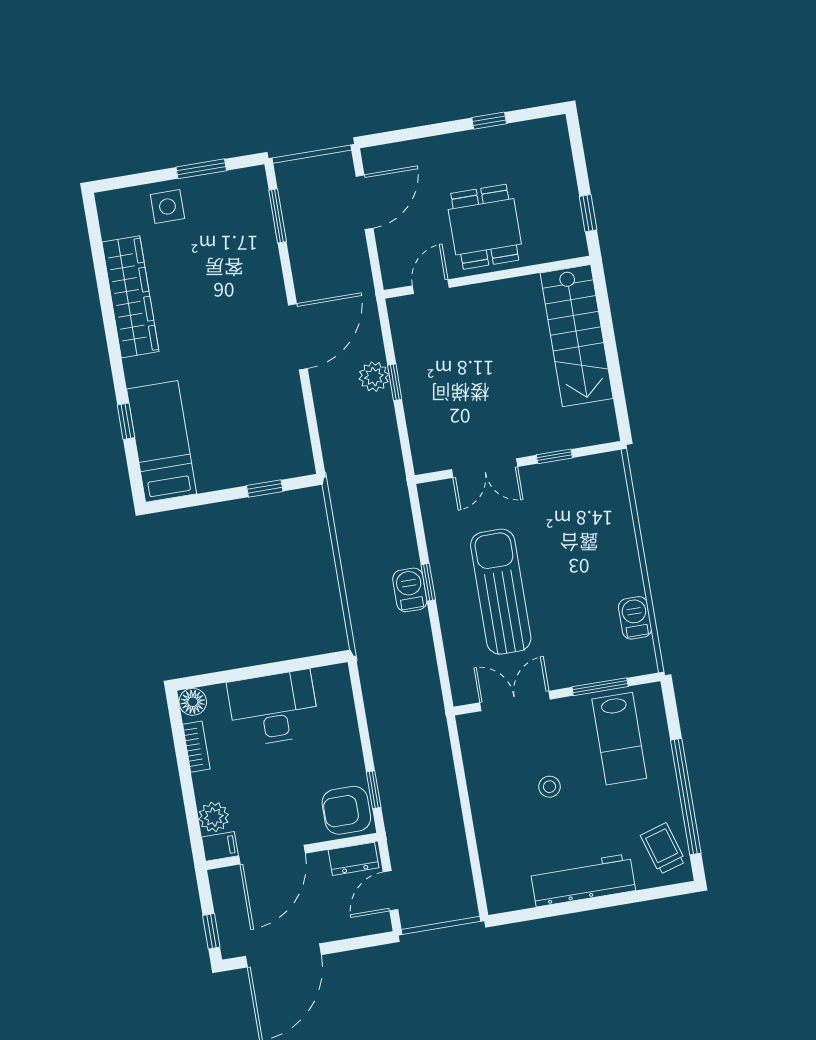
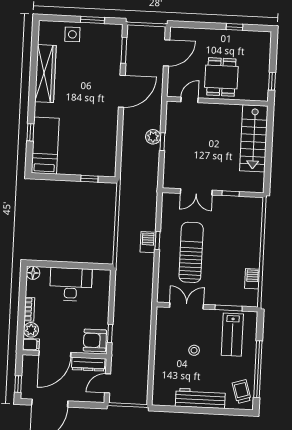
door: (298, 337) -> (122, 91), moved
bookcase: (196, 747) -> (29, 309), moved
dresser: (353, 859) -> (88, 364), width x1.44

